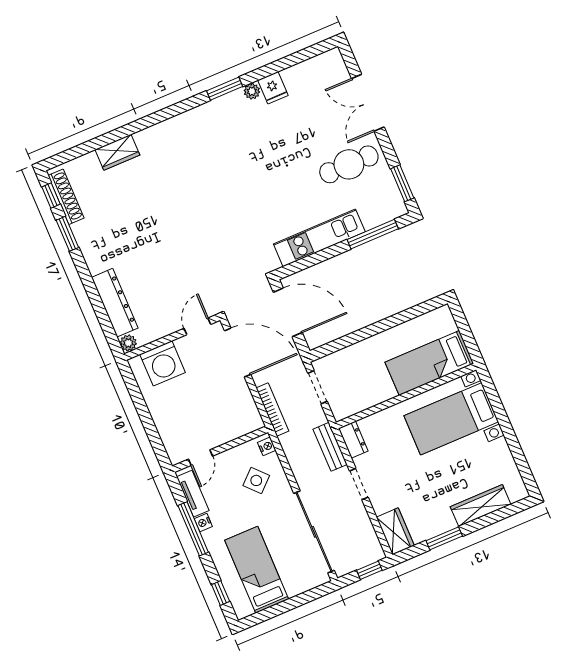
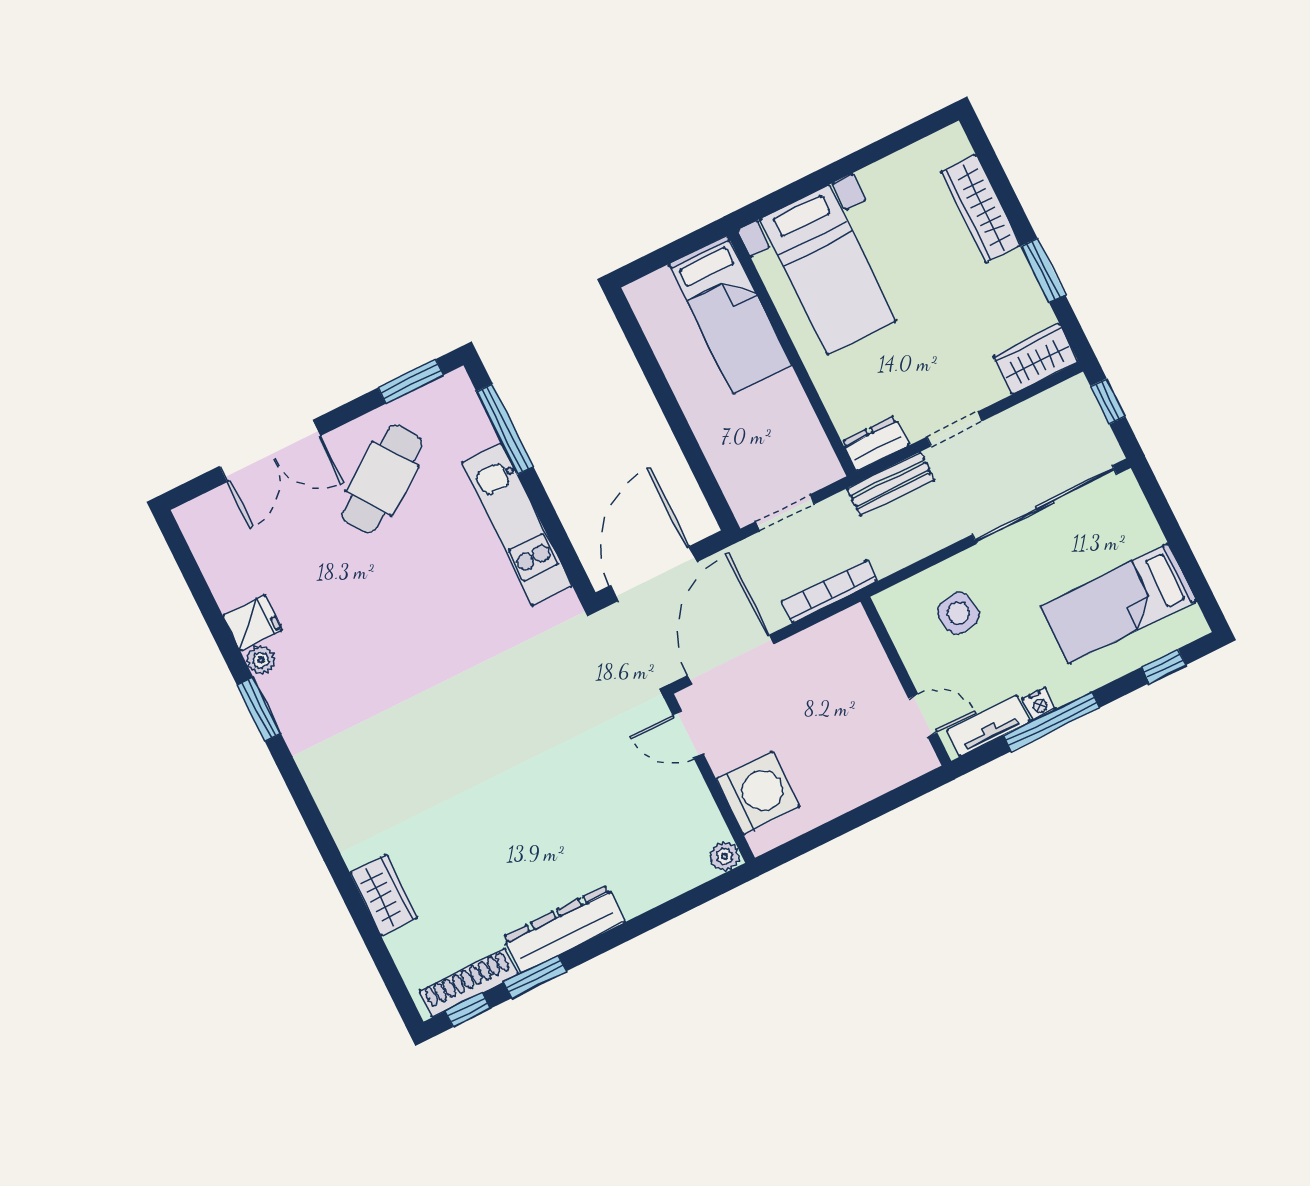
cafe table: (349, 164) -> (382, 479), turned 55
dresser: (115, 303) -> (564, 929), moved
nightstand: (267, 446) -> (896, 598), removed
side table: (256, 480) -> (958, 613), turned 33

